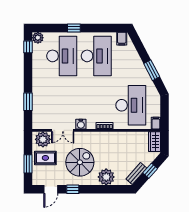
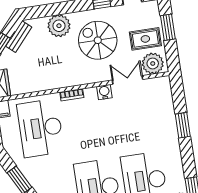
window: (28, 102) -> (183, 125), moved
spiral stairs: (80, 162) -> (98, 40), turned 90

